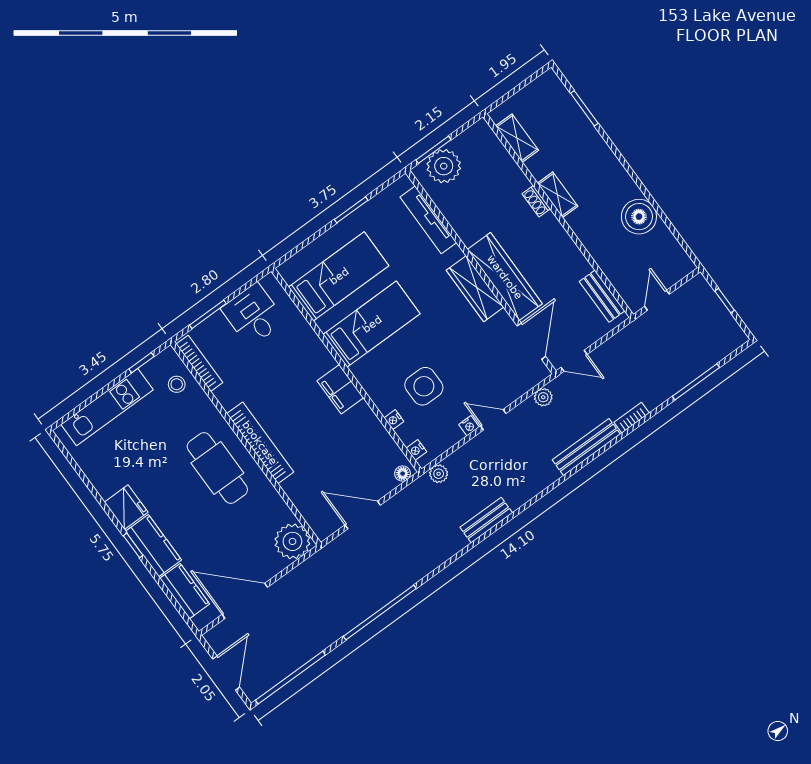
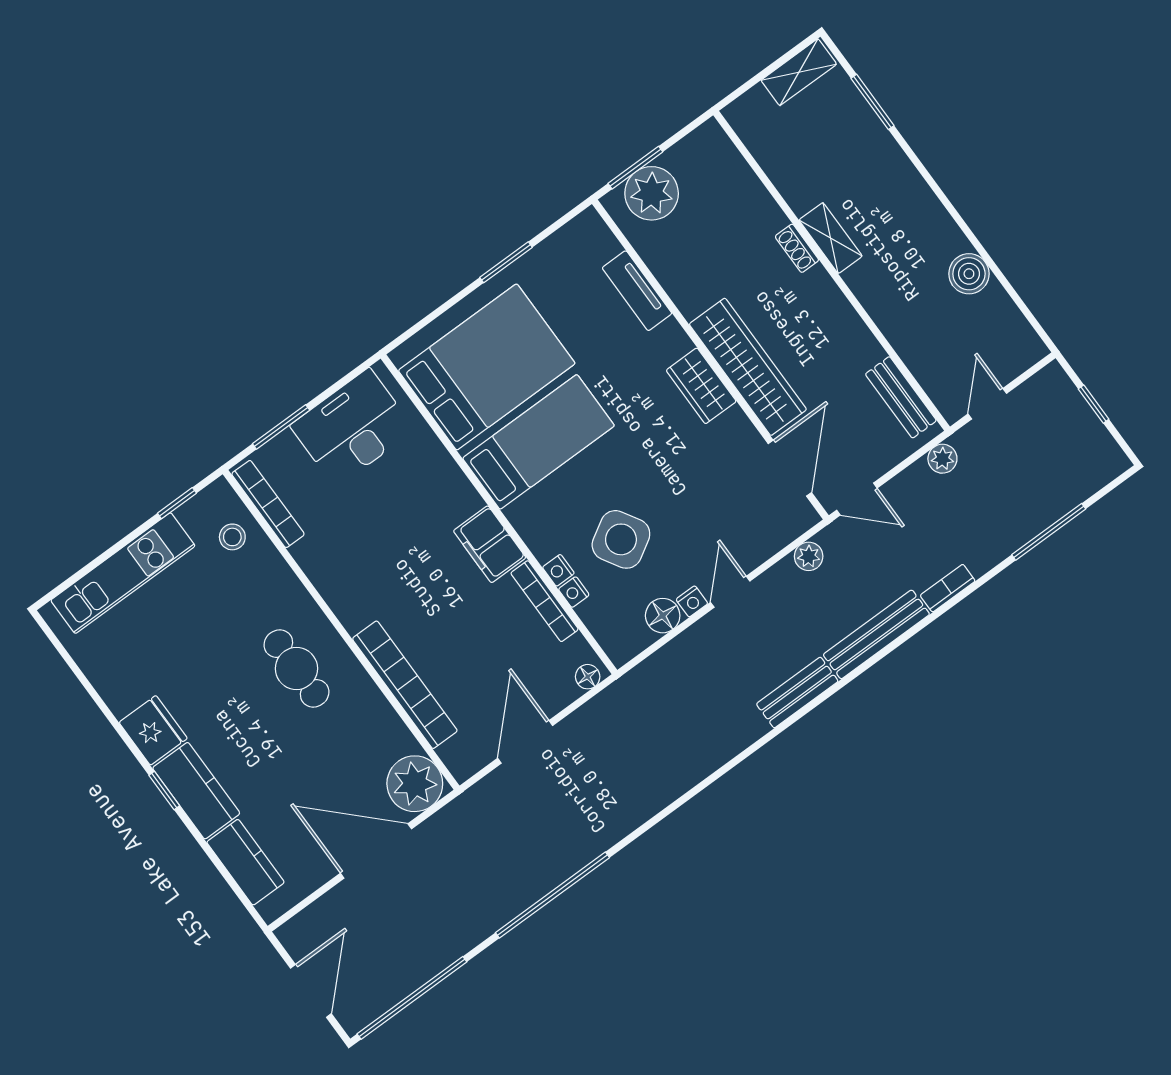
shelving: (517, 138) -> (799, 72), moved, turned 90
boiler: (639, 217) -> (969, 274), width x0.73, depth x0.73
tv unit: (428, 220) -> (637, 291), width x0.71
bed: (339, 276) -> (487, 367), width x1.50
wardrobe: (475, 289) -> (701, 386), width x0.67
desk: (253, 315) -> (352, 428), width x1.37
side table: (424, 386) -> (621, 539), turned -31
door: (493, 420) -> (730, 592), hinge flipped
bookcase: (375, 425) -> (545, 601), added
floor lamp: (450, 435) -> (663, 616), added
bookcase: (260, 443) -> (405, 685), moved
nightstand: (416, 450) -> (558, 570), moved
cafe table: (217, 468) -> (296, 668), width x0.73, depth x0.74
plant: (439, 474) -> (942, 459), moved
door: (363, 515) -> (525, 742), hinge flipped
bench: (486, 520) -> (797, 693), moved
door: (245, 601) -> (376, 851), moved

